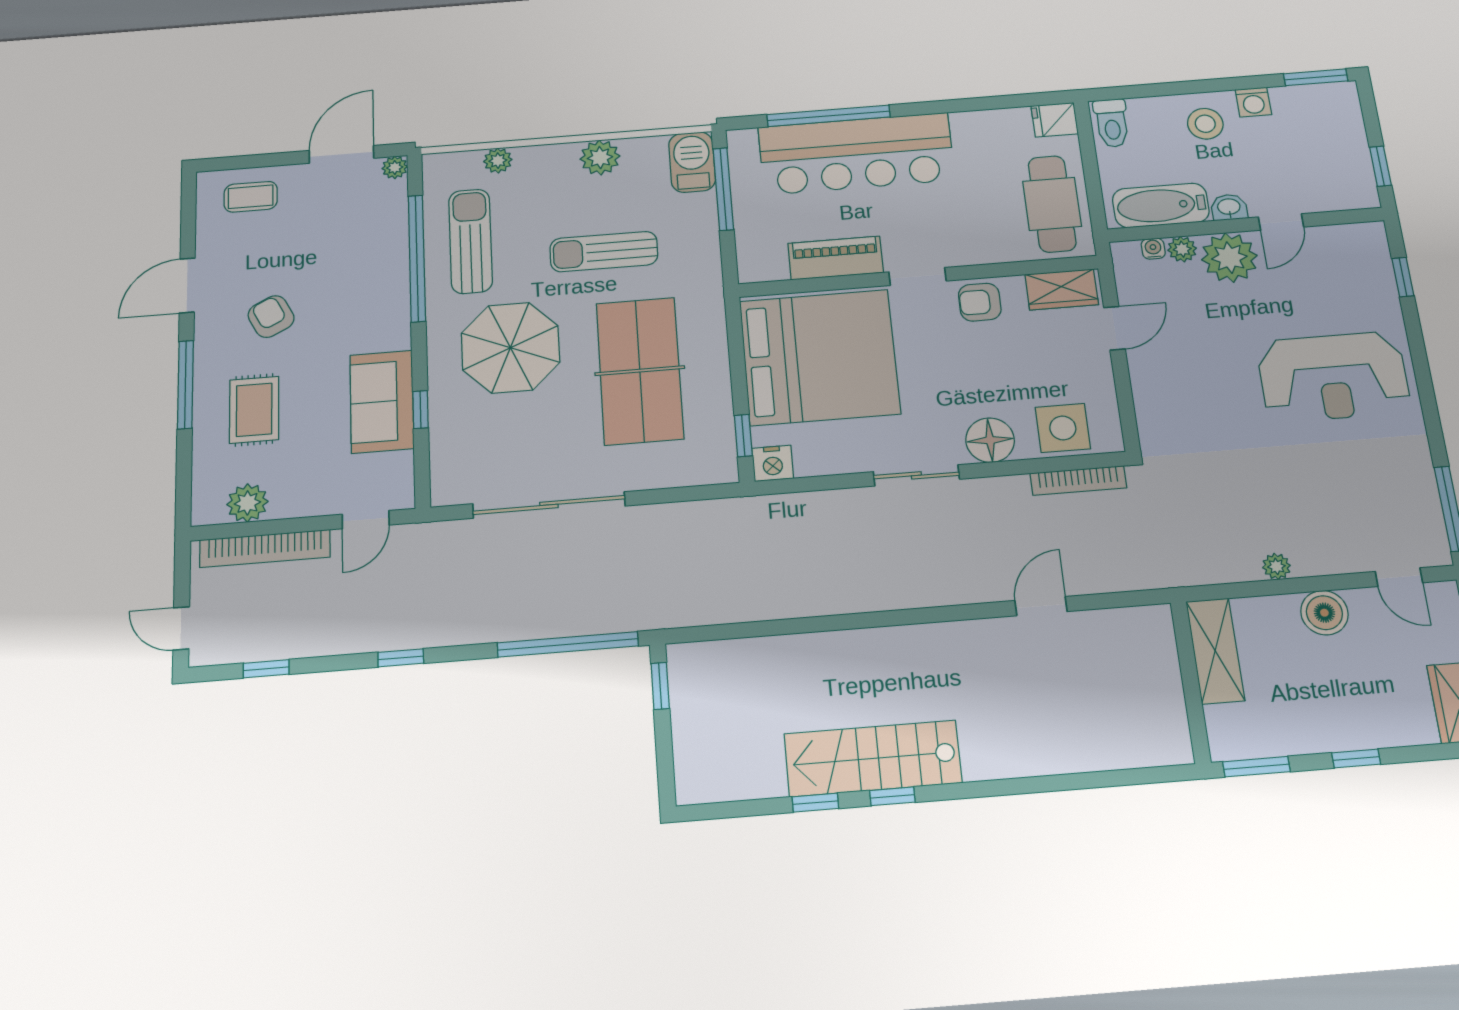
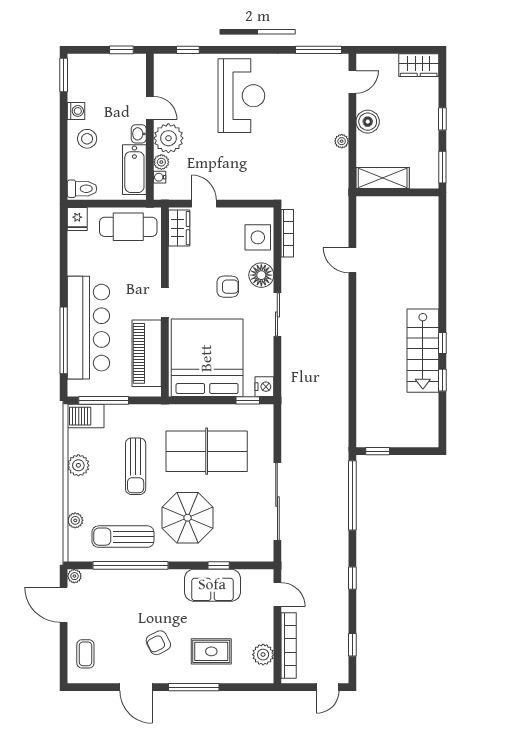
piano: (836, 258) -> (147, 353), width x1.37, depth x1.33
armchair: (980, 302) -> (228, 287), moved, turned -90

